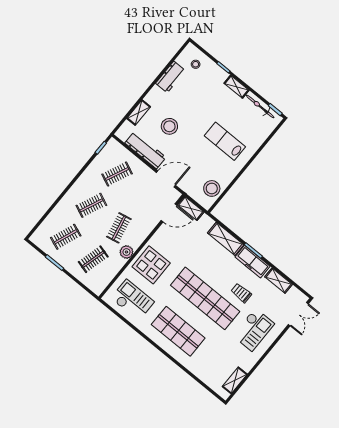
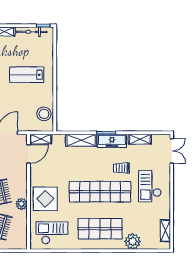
checkout: (253, 330) -> (150, 186), turned 180
plant: (198, 366) -> (133, 241), added

